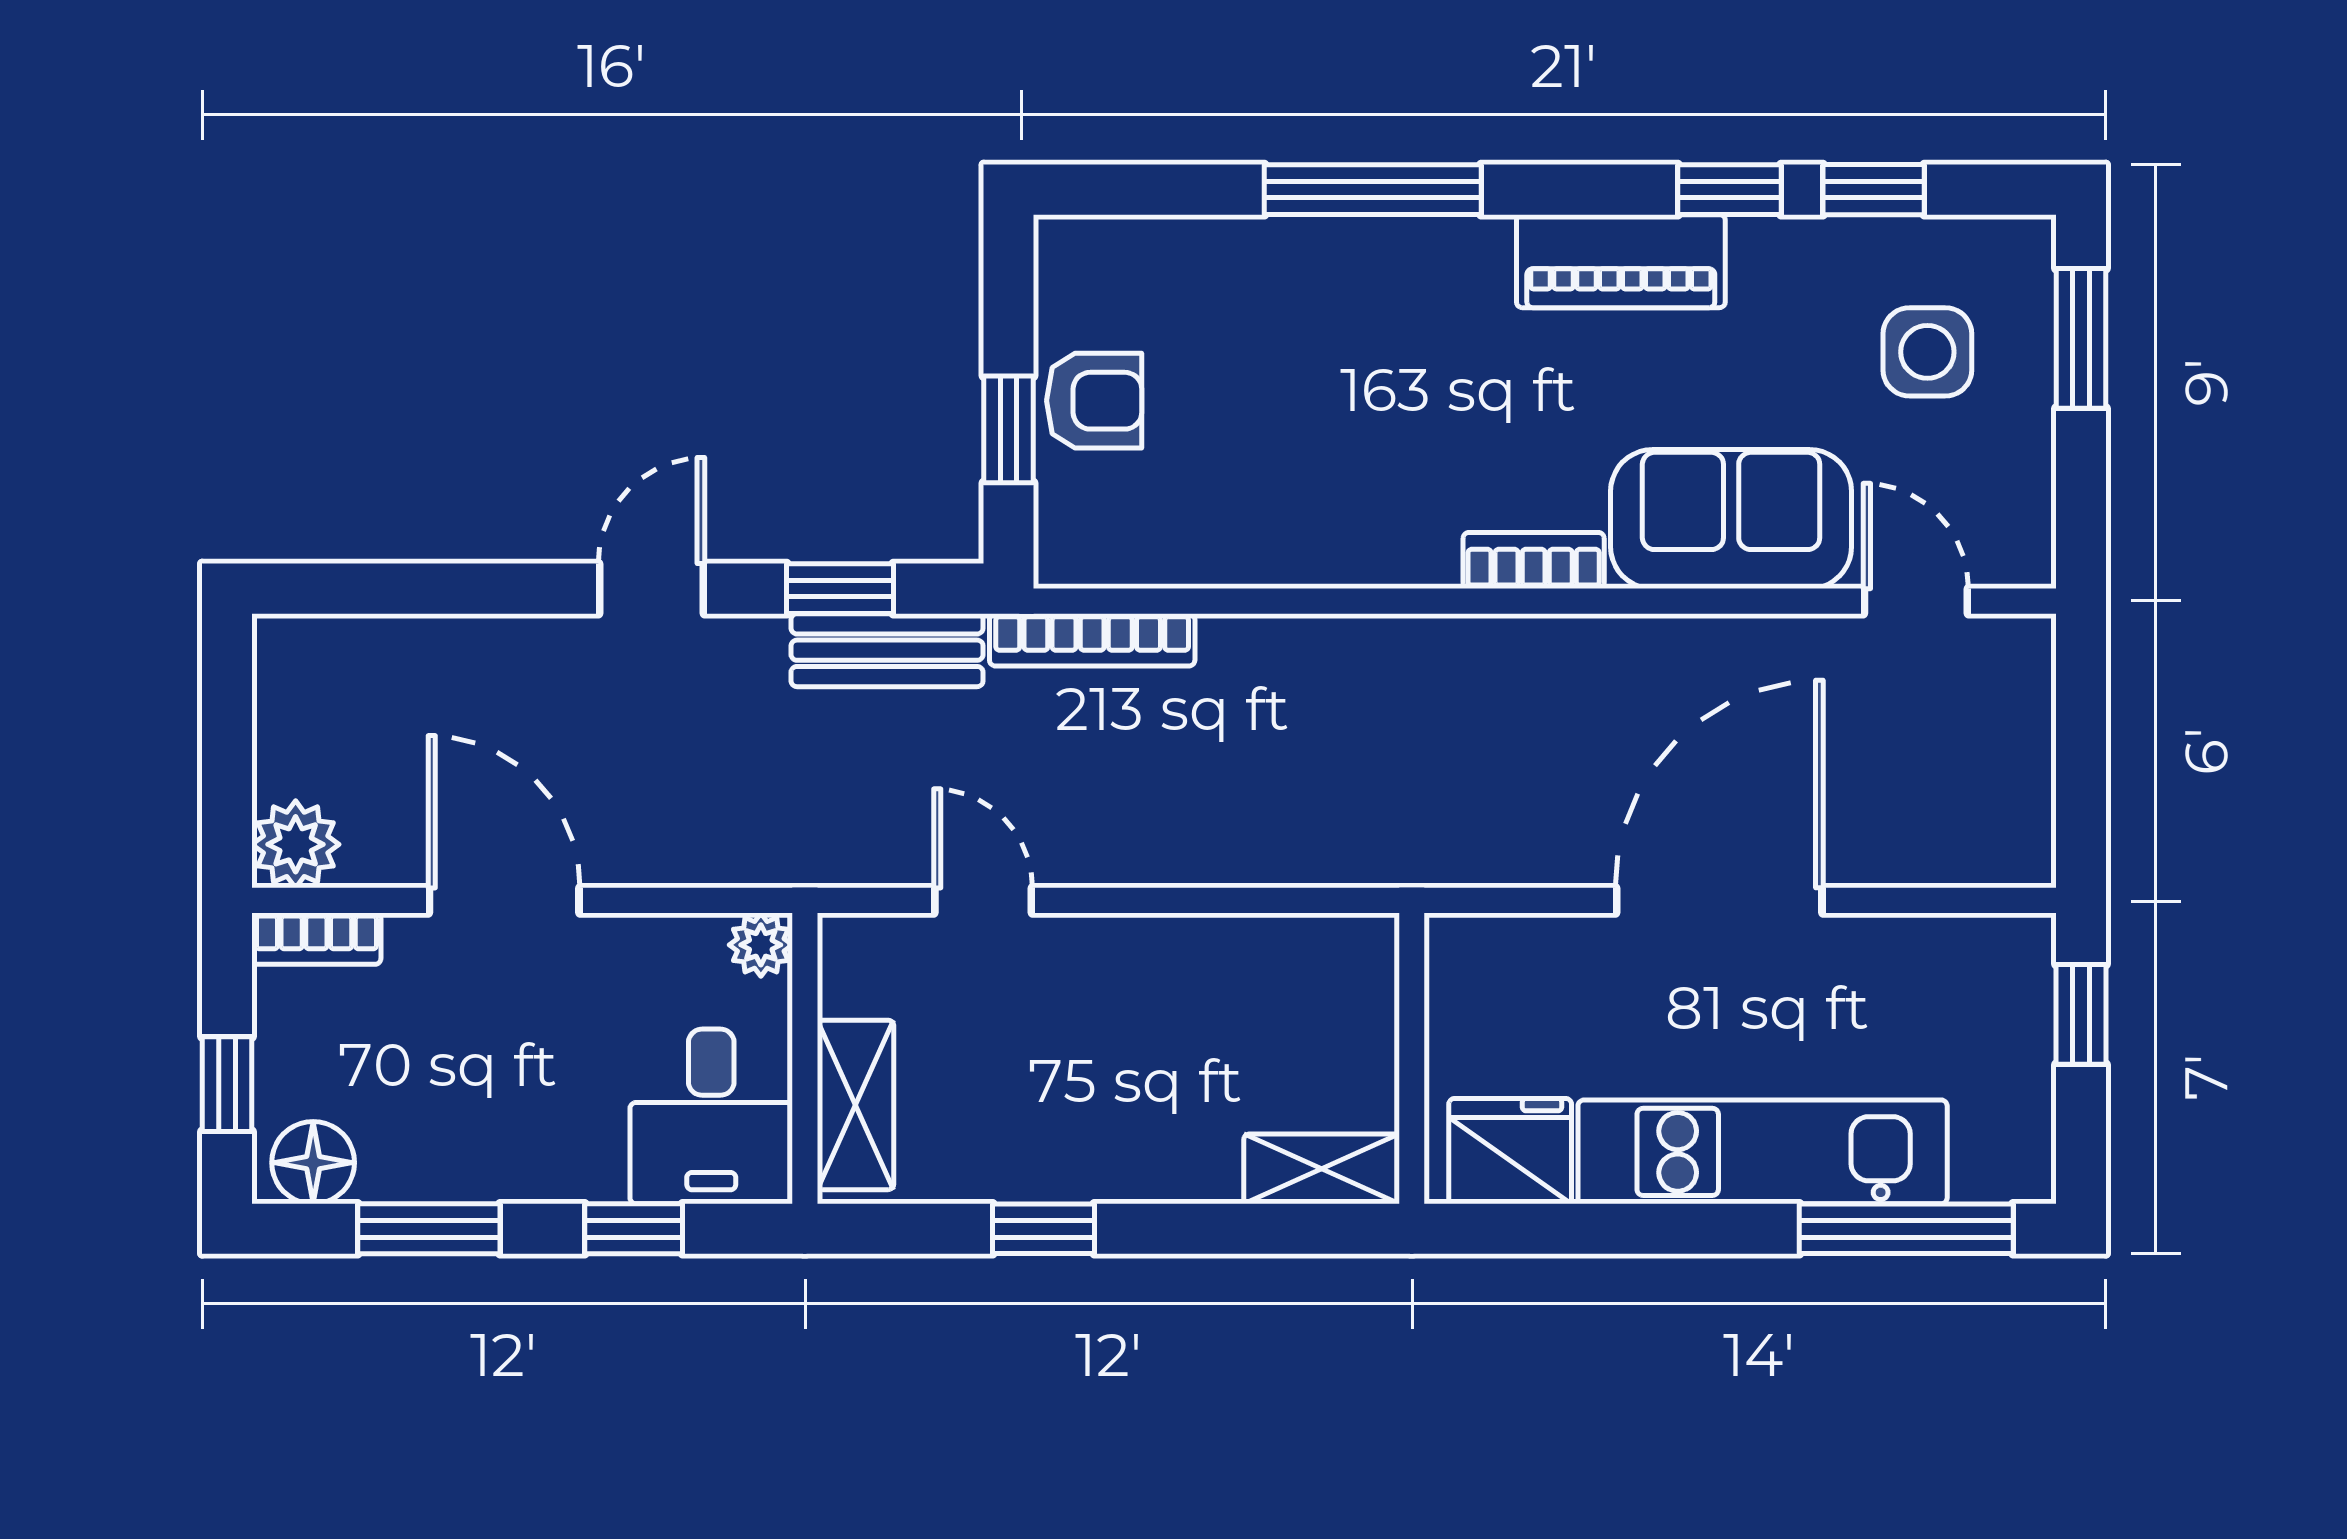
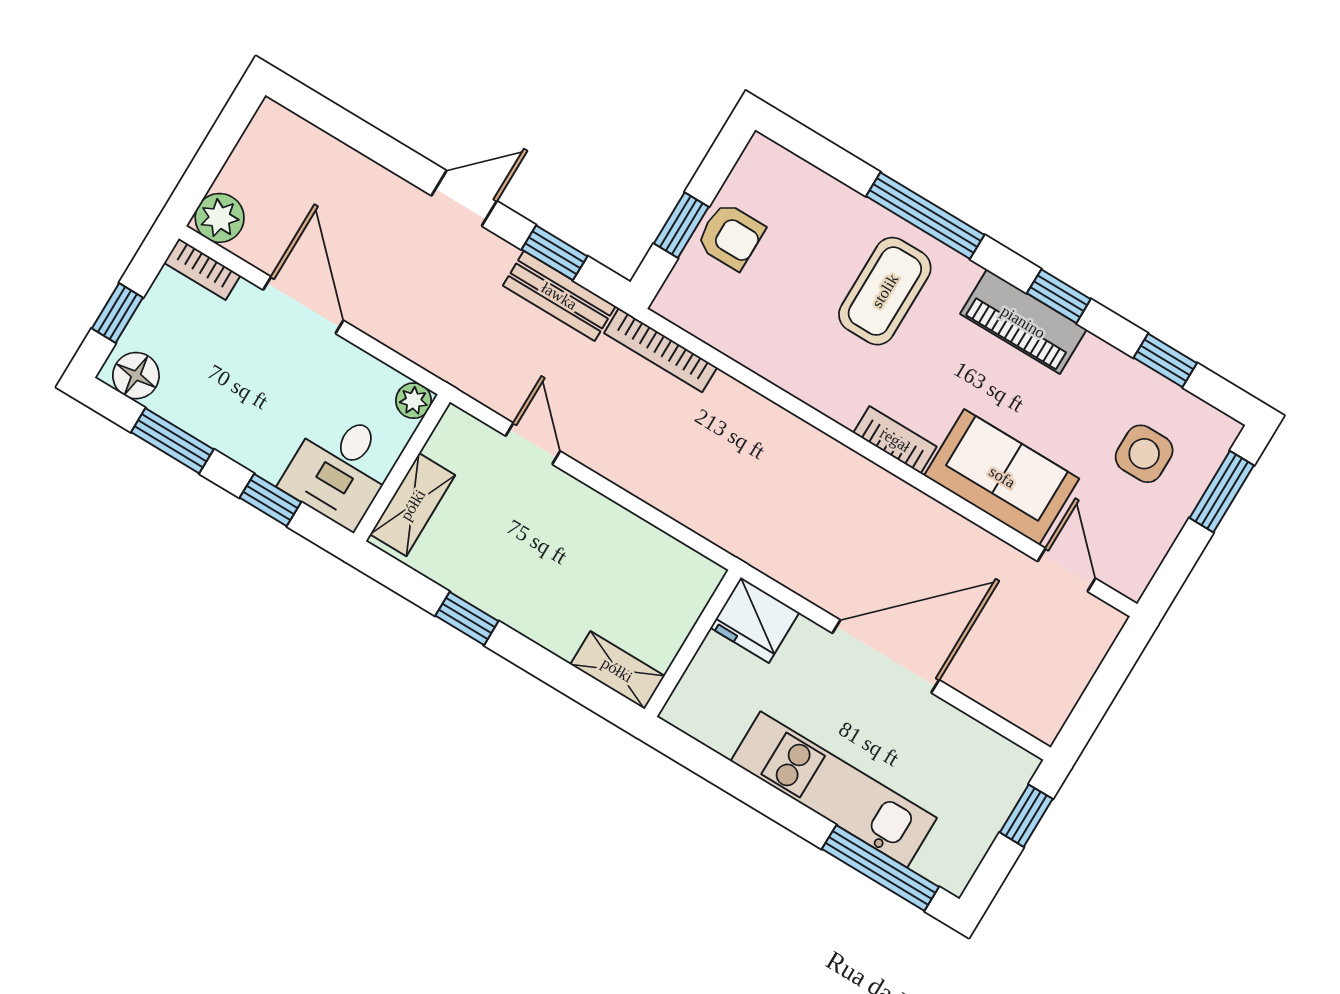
window: (1729, 190) -> (1059, 296), moved
coffee table: (1381, 342) -> (885, 291), added
fridge: (1510, 1151) -> (755, 620), moved, turned 180

